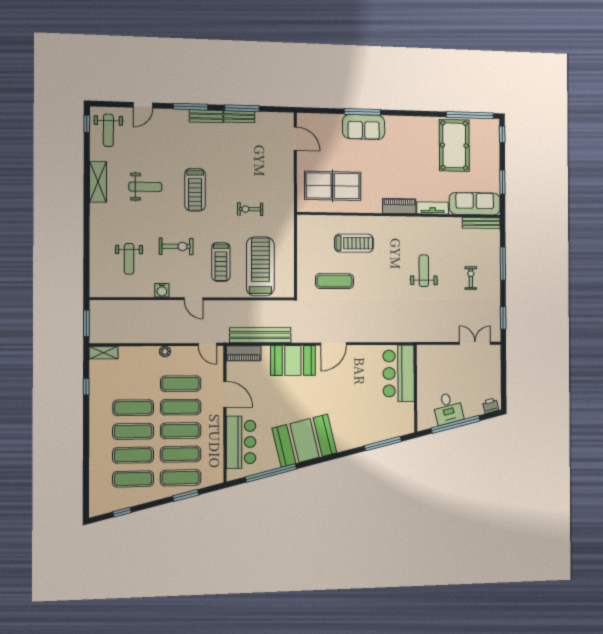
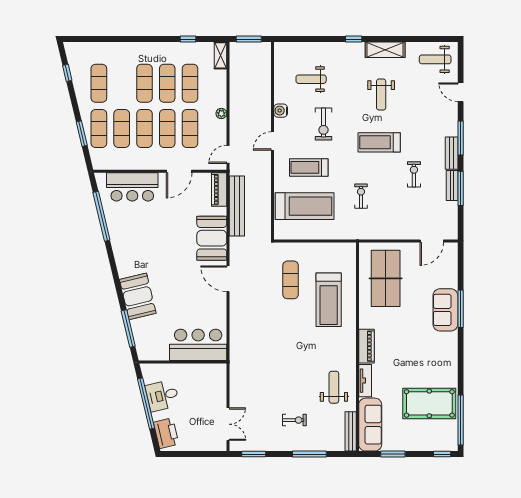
window: (87, 124) -> (354, 39), moved
exercise bike: (228, 155) -> (414, 174), added
treadmill: (354, 243) -> (329, 300), width x1.37, depth x1.38
weight bench: (424, 271) -> (334, 387), moved, turned -90
printer: (491, 406) -> (166, 433), width x1.87, depth x1.48
booth: (304, 441) -> (138, 296), moved, width x0.73, depth x0.70
exercise mat: (133, 455) -> (190, 83), moved

